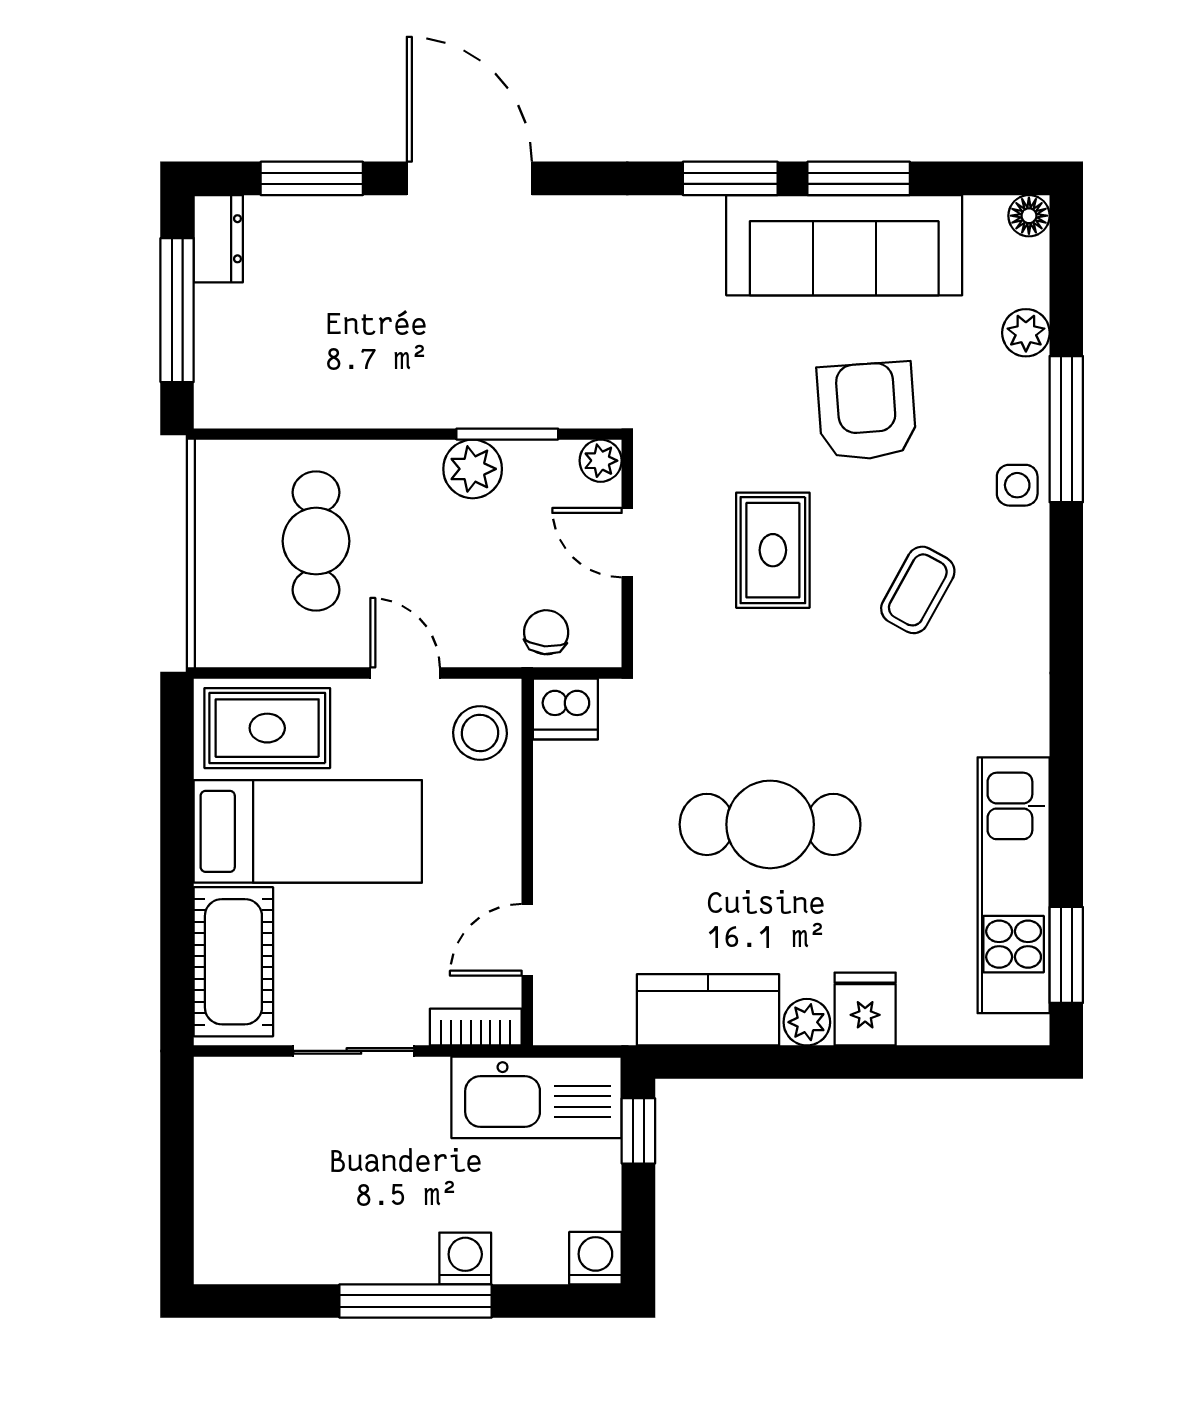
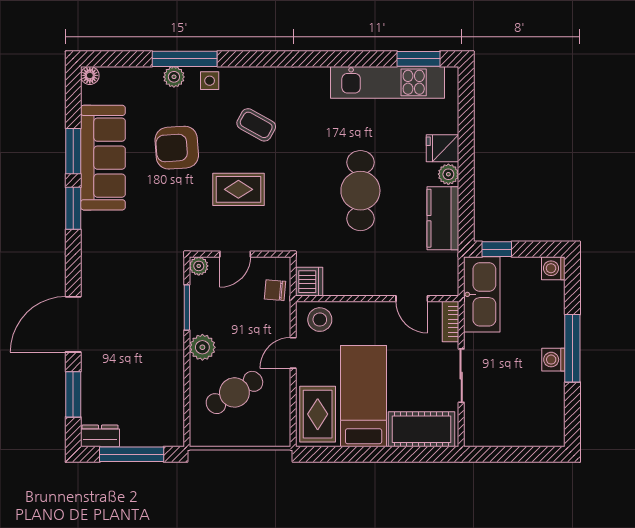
plant: (1026, 333) -> (174, 77), moved
plant: (473, 469) -> (202, 347), moved
cafe table: (316, 541) -> (234, 392), turned -31
washing machine: (465, 1258) -> (553, 360), moved

